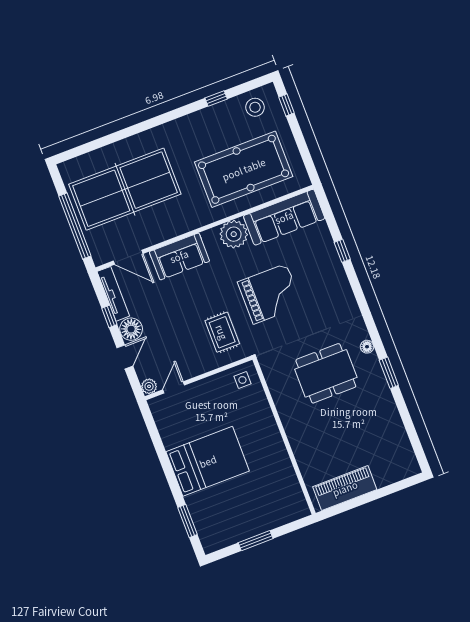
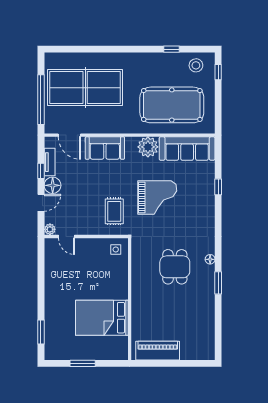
tv unit: (113, 294) -> (50, 162), width x0.71
dining table: (326, 373) -> (175, 267), width x0.73
door: (174, 387) -> (66, 237), swing flipped
bed: (208, 461) -> (102, 318), moved, turned 180

